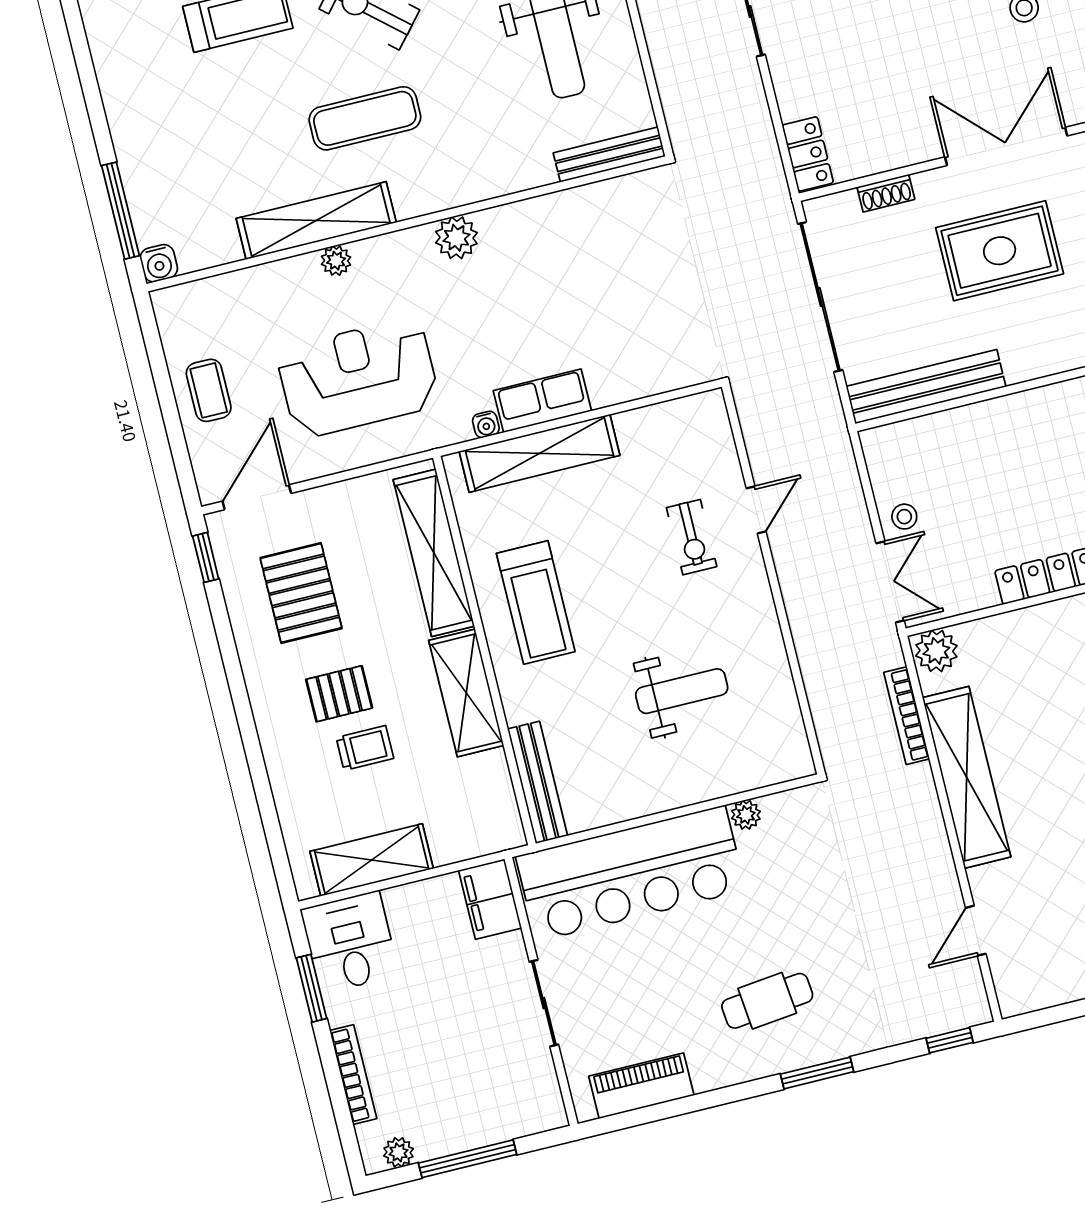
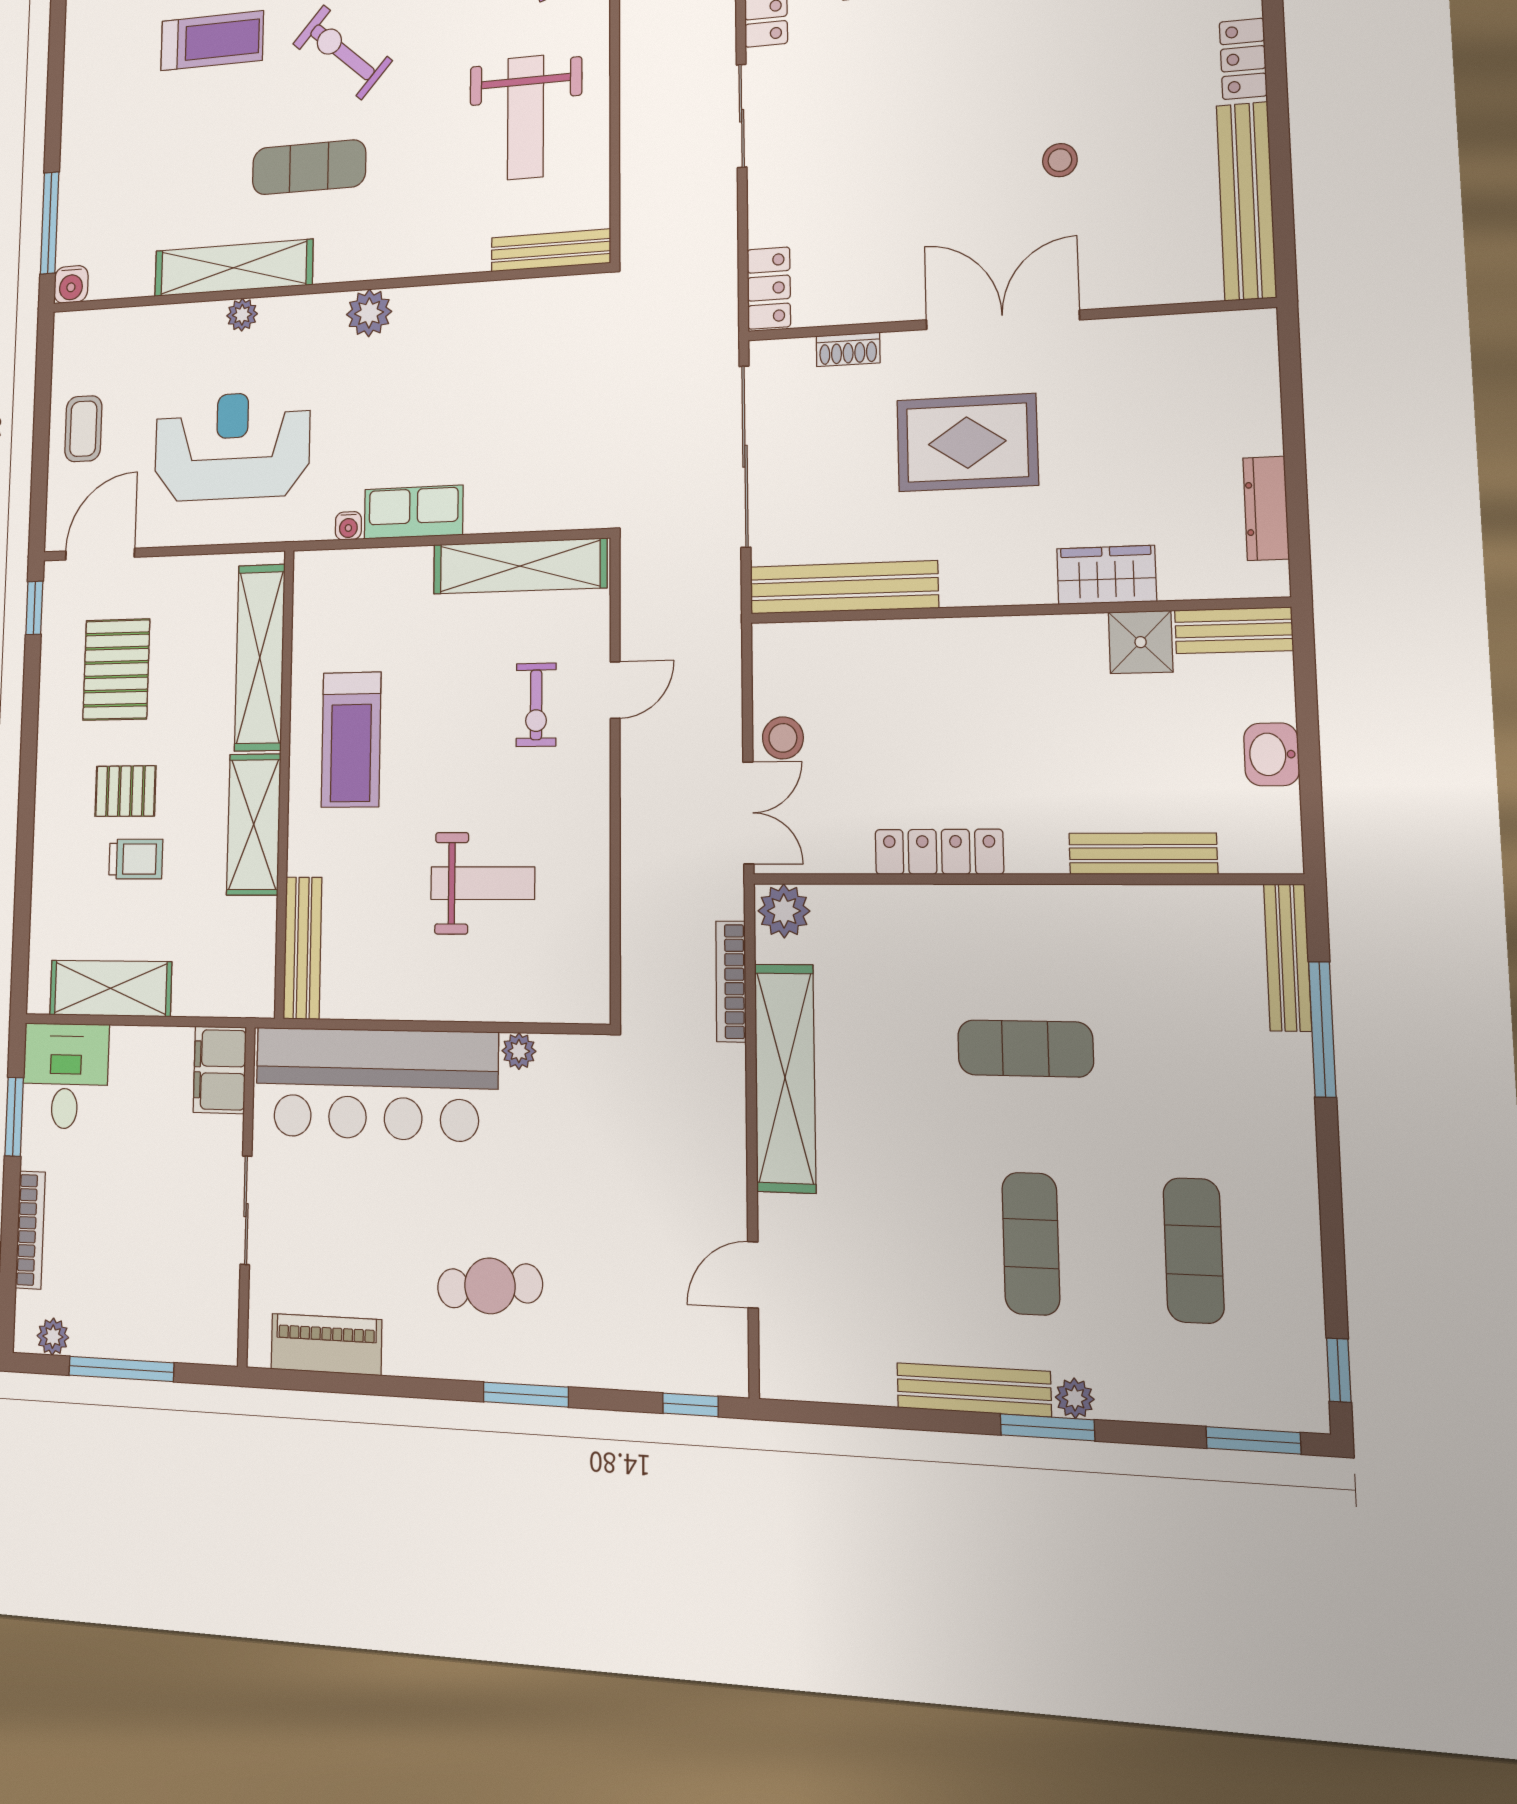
shelving: (540, 453) -> (520, 566), moved
stool: (904, 517) -> (783, 738), width x1.37, depth x1.37

